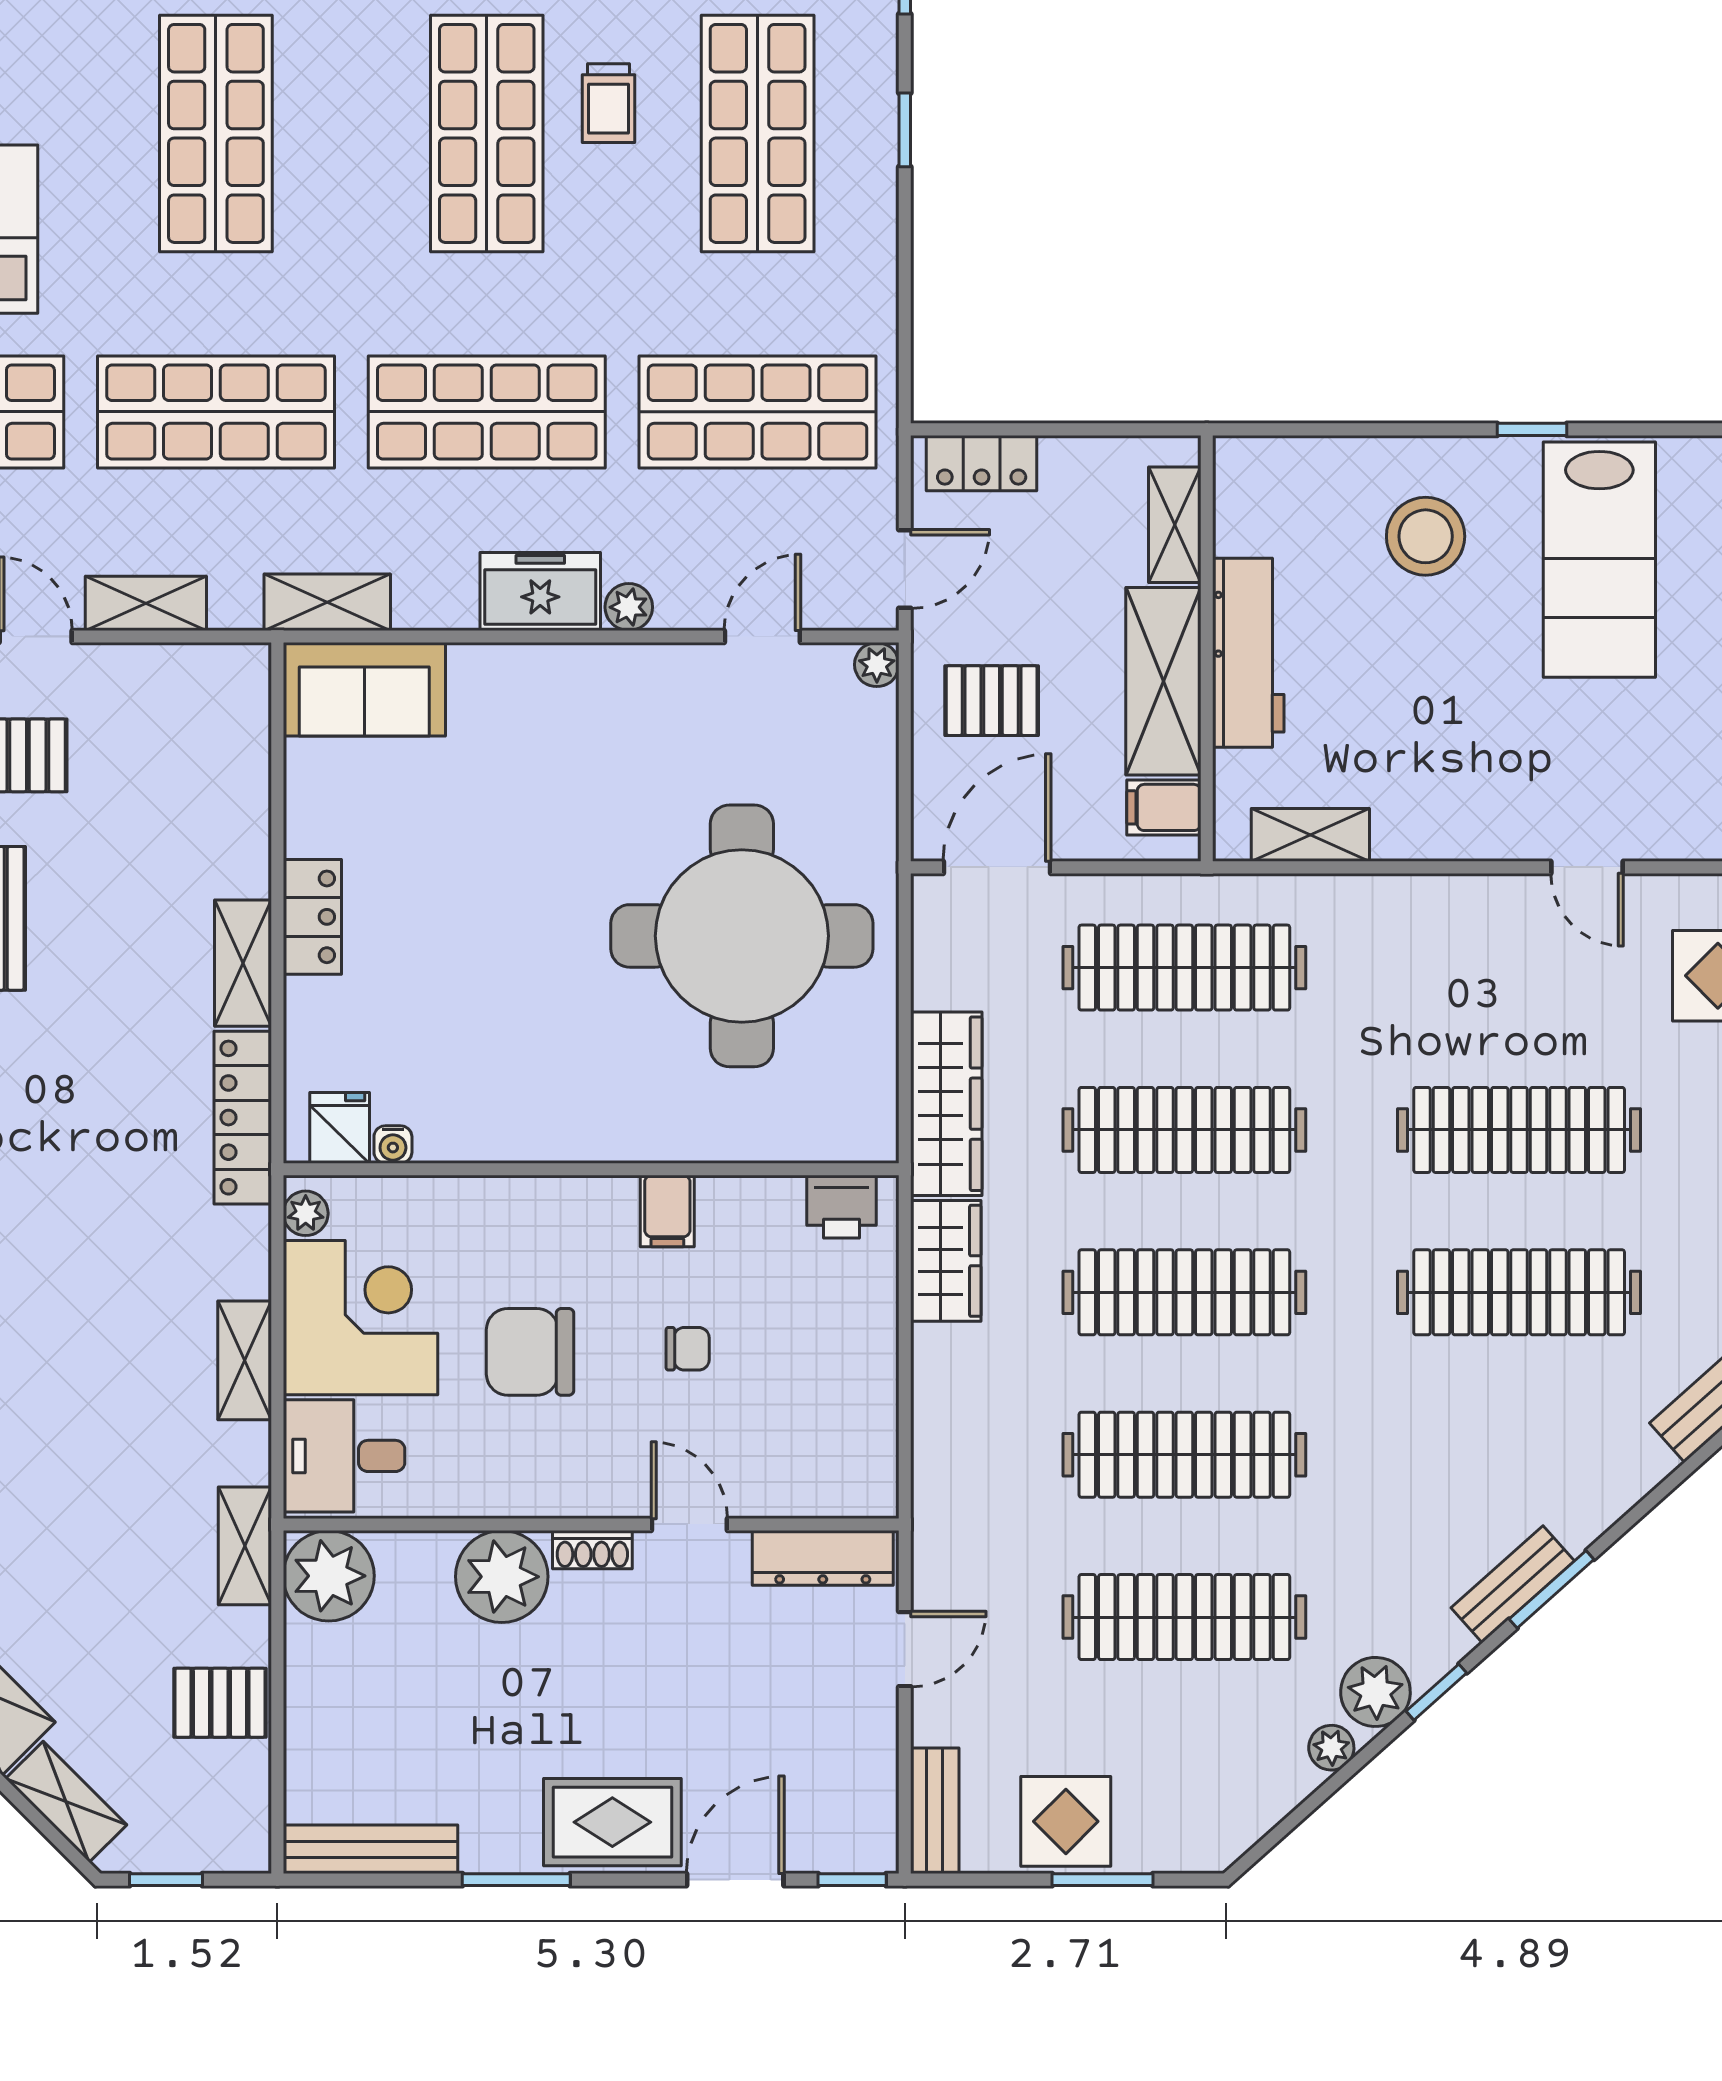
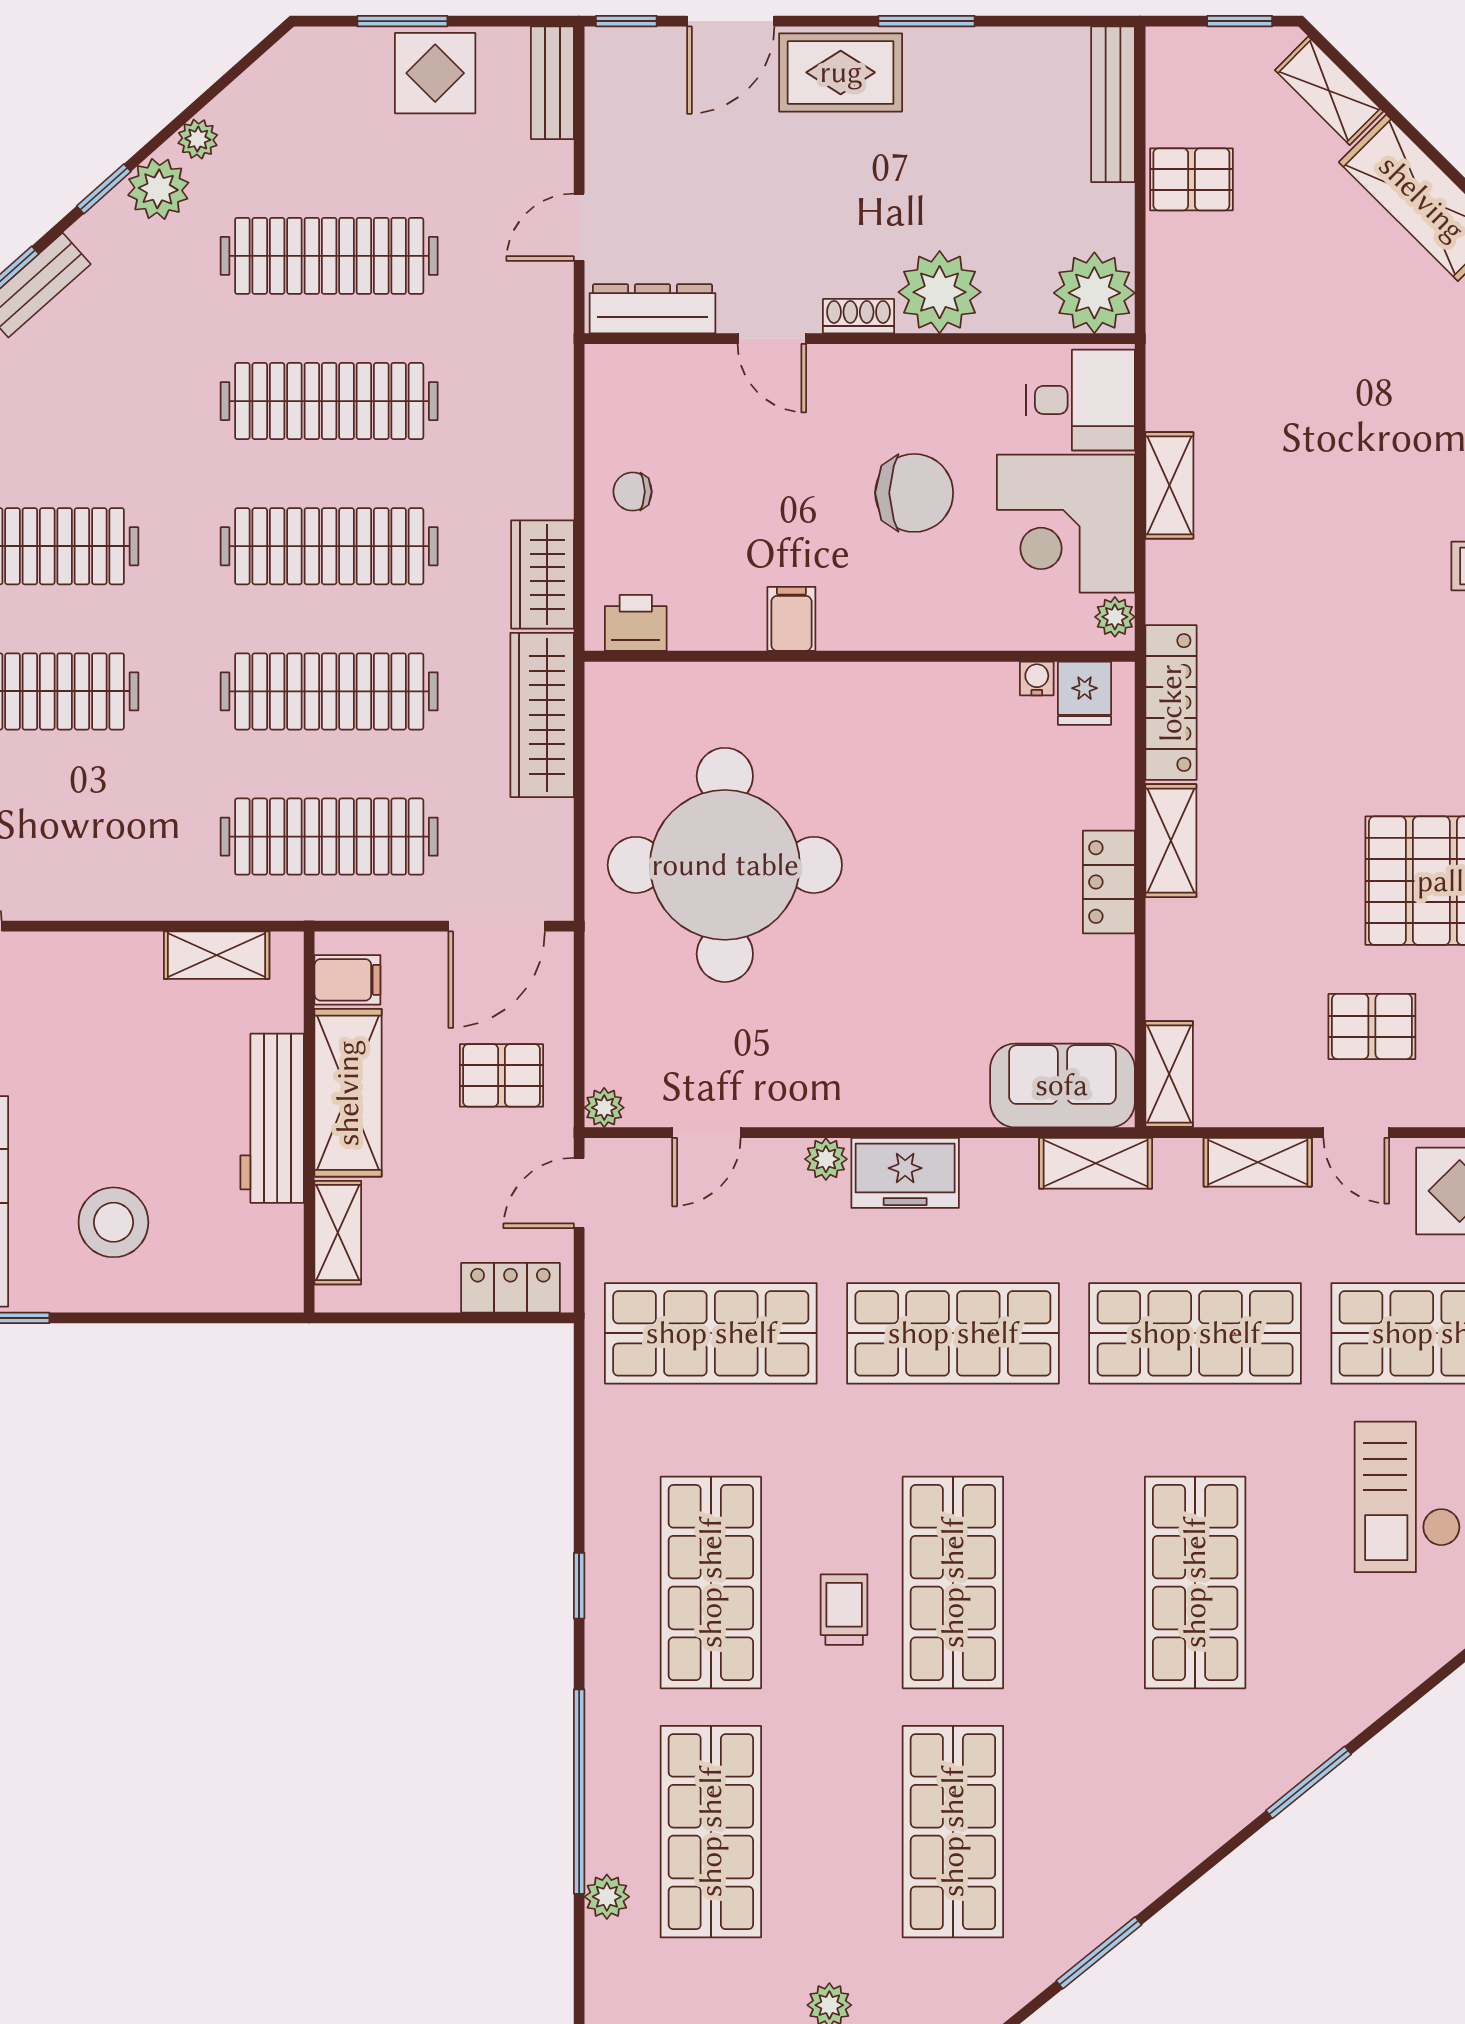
chair: (688, 1349) -> (633, 492), moved
shelving: (245, 1546) -> (1169, 1074), moved
bench: (370, 1849) -> (1113, 104), moved, turned 90

